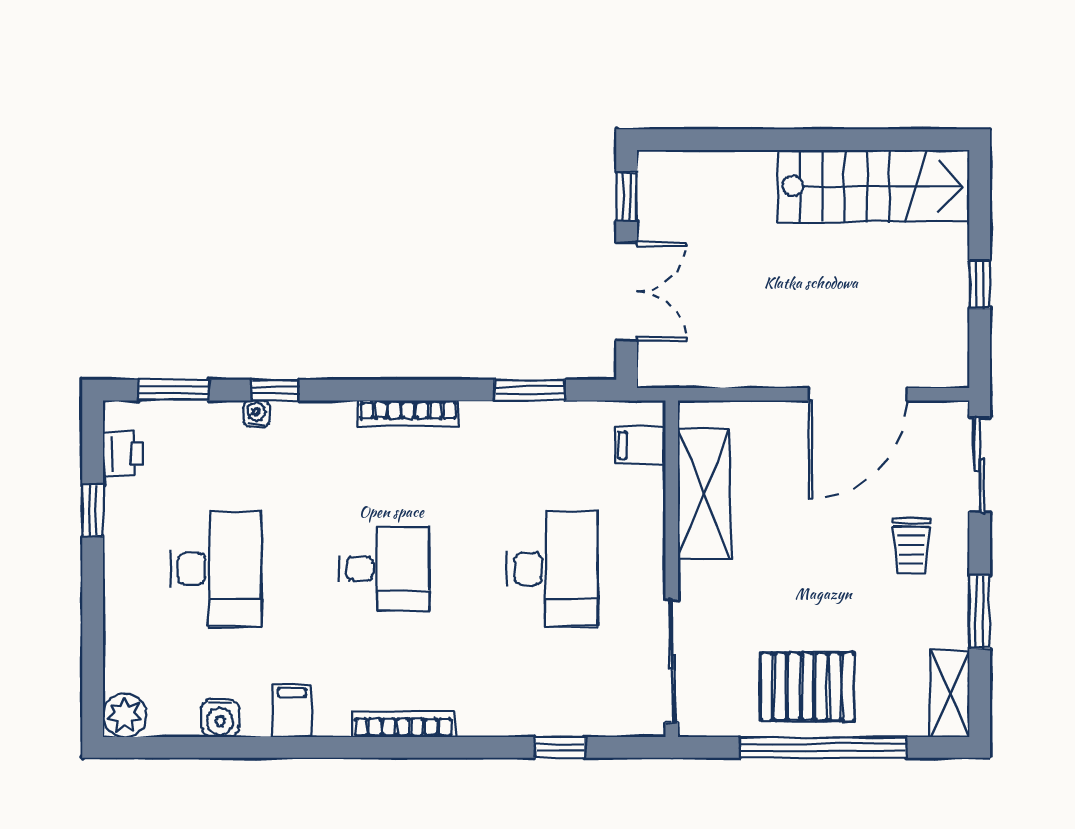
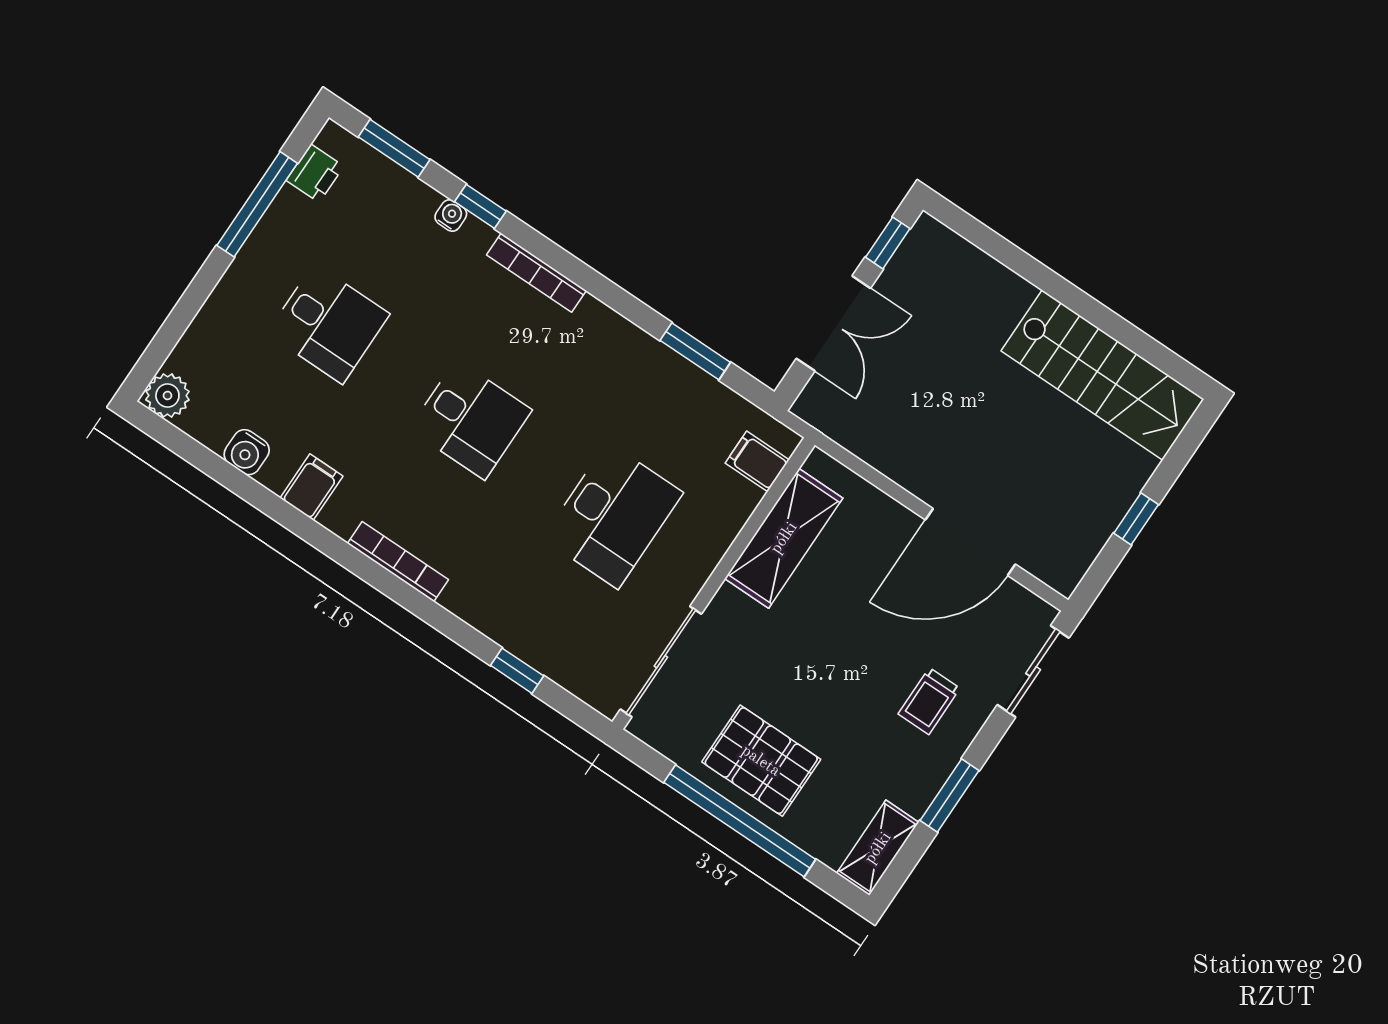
bookcase: (408, 413) -> (536, 273), moved
window: (93, 511) -> (257, 204), width x2.17
desk: (216, 569) -> (328, 324), width x0.73

